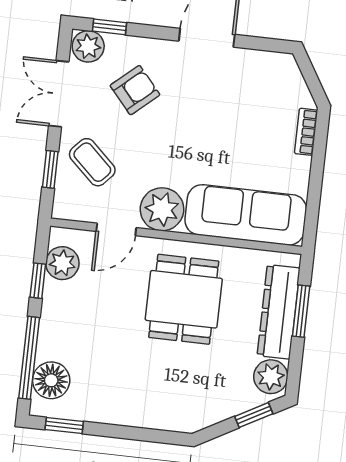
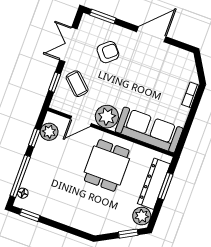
window: (110, 27) -> (103, 17), width x1.50
plant: (88, 46) -> (89, 24), removed
floor lamp: (51, 380) -> (23, 193), width x0.53, depth x0.53

